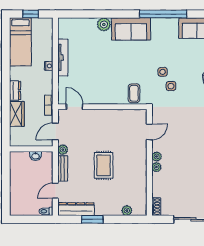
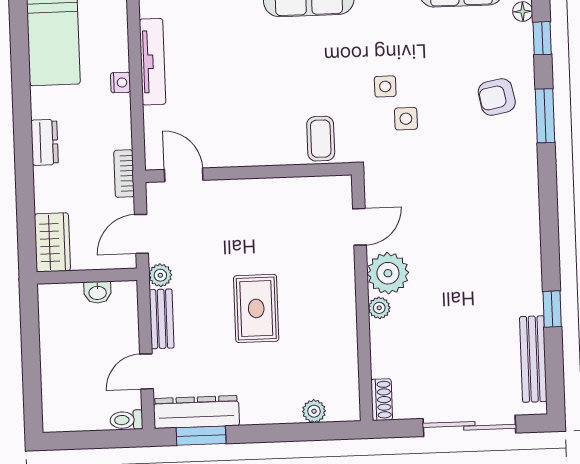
wardrobe: (17, 114) -> (52, 242), moved
plant: (157, 157) -> (388, 273), width x1.88, depth x1.88
window: (92, 219) -> (201, 436), moved

